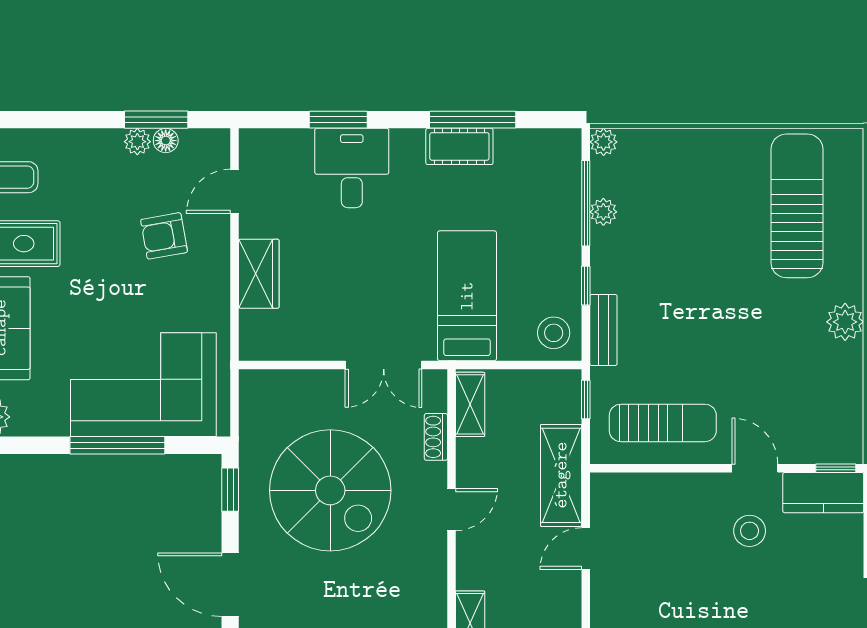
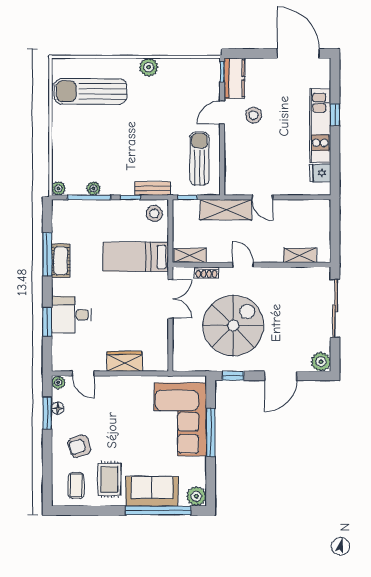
plant: (137, 142) -> (58, 382), moved
armchair: (164, 236) -> (79, 446), moved, turned 83

